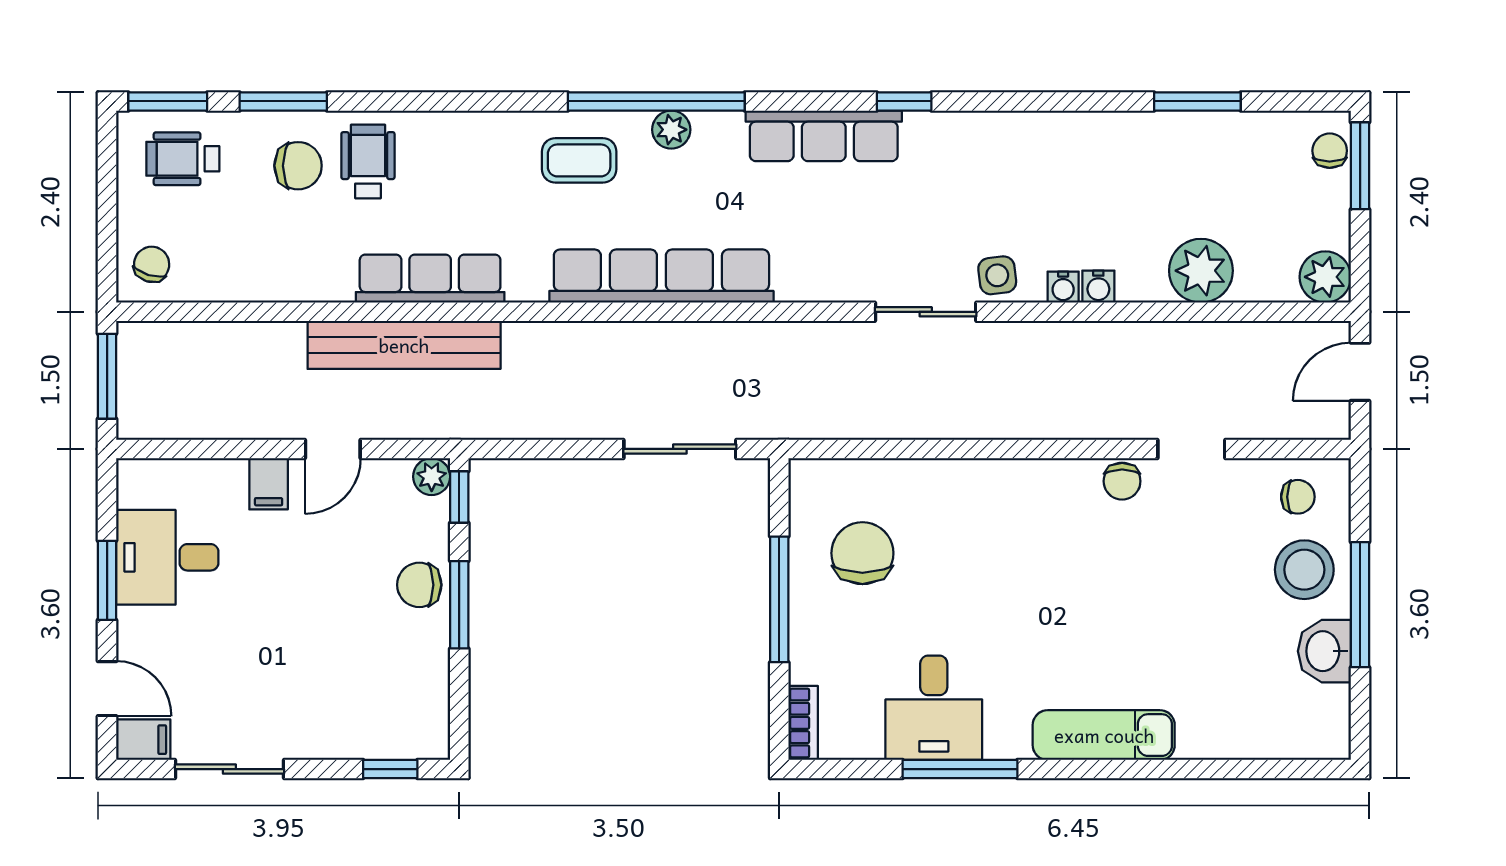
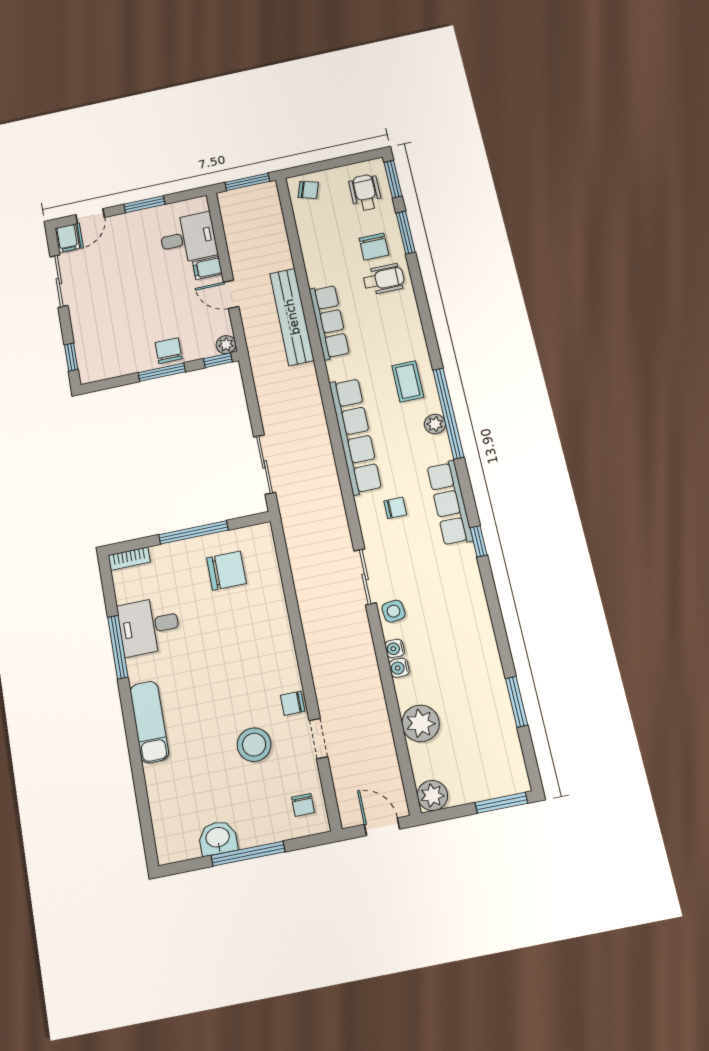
chair: (1330, 151) -> (395, 508), moved
desk: (167, 557) -> (188, 238), moved, turned 90
stool: (1304, 570) -> (254, 745), moved

